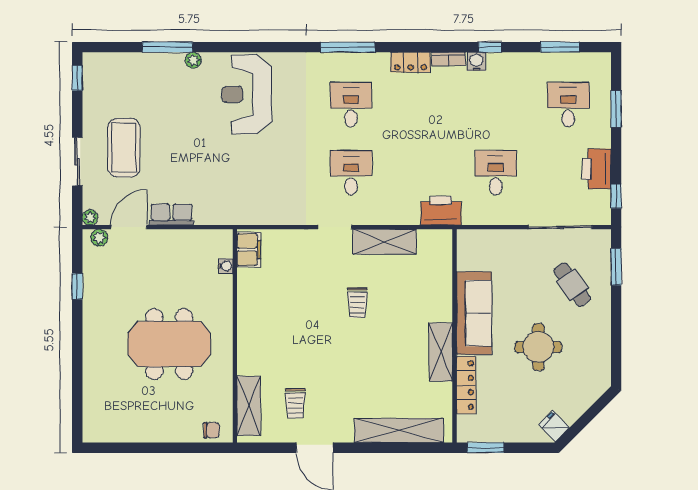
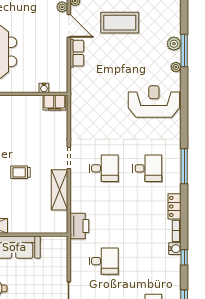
plant: (157, 63) -> (174, 44), added

